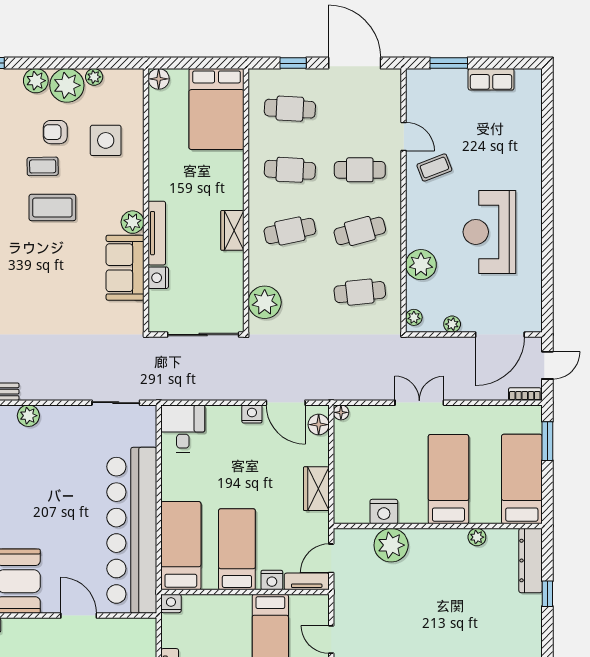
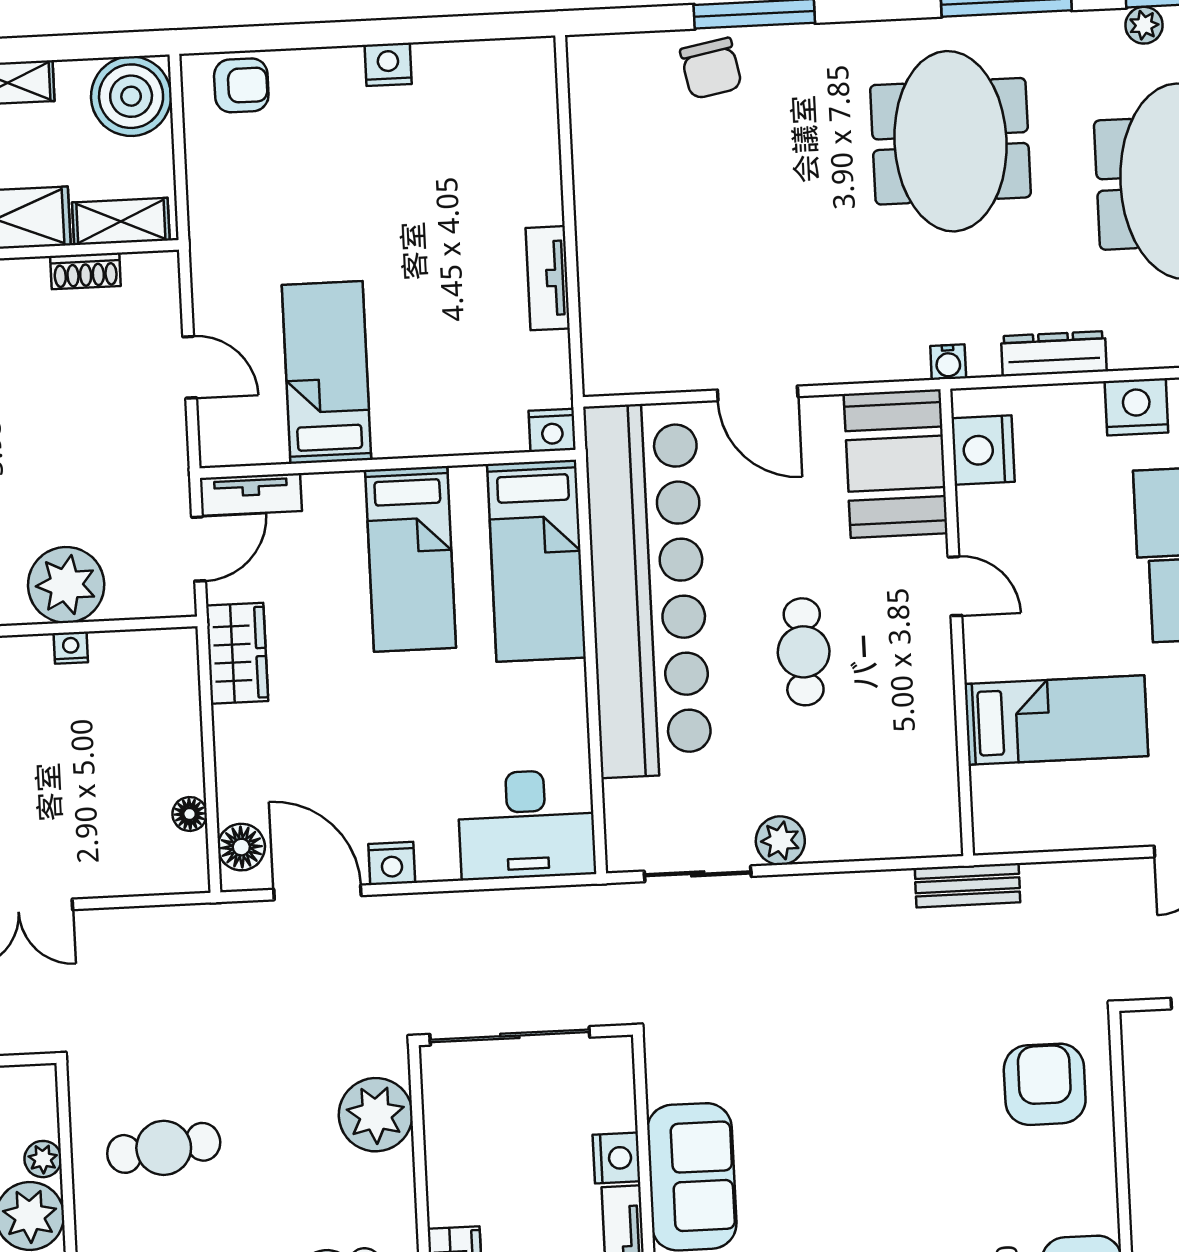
plant: (414, 317) -> (43, 1159), moved
floor lamp: (341, 412) -> (190, 814), moved
plant: (28, 416) -> (780, 841), moved
desk: (183, 428) -> (527, 824), width x1.37
wardrobe: (316, 489) -> (237, 653), moved
cafe table: (64, 499) -> (804, 652), added
nightstand: (384, 512) -> (71, 648), width x0.53, depth x0.56
nightstand: (272, 580) -> (329, 494), removed

